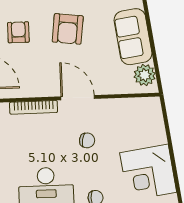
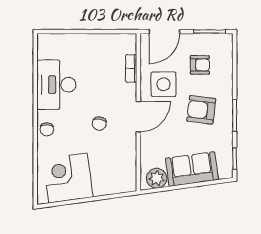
side table: (41, 71) -> (164, 84), added
bookcase: (34, 107) -> (131, 68), width x0.64

